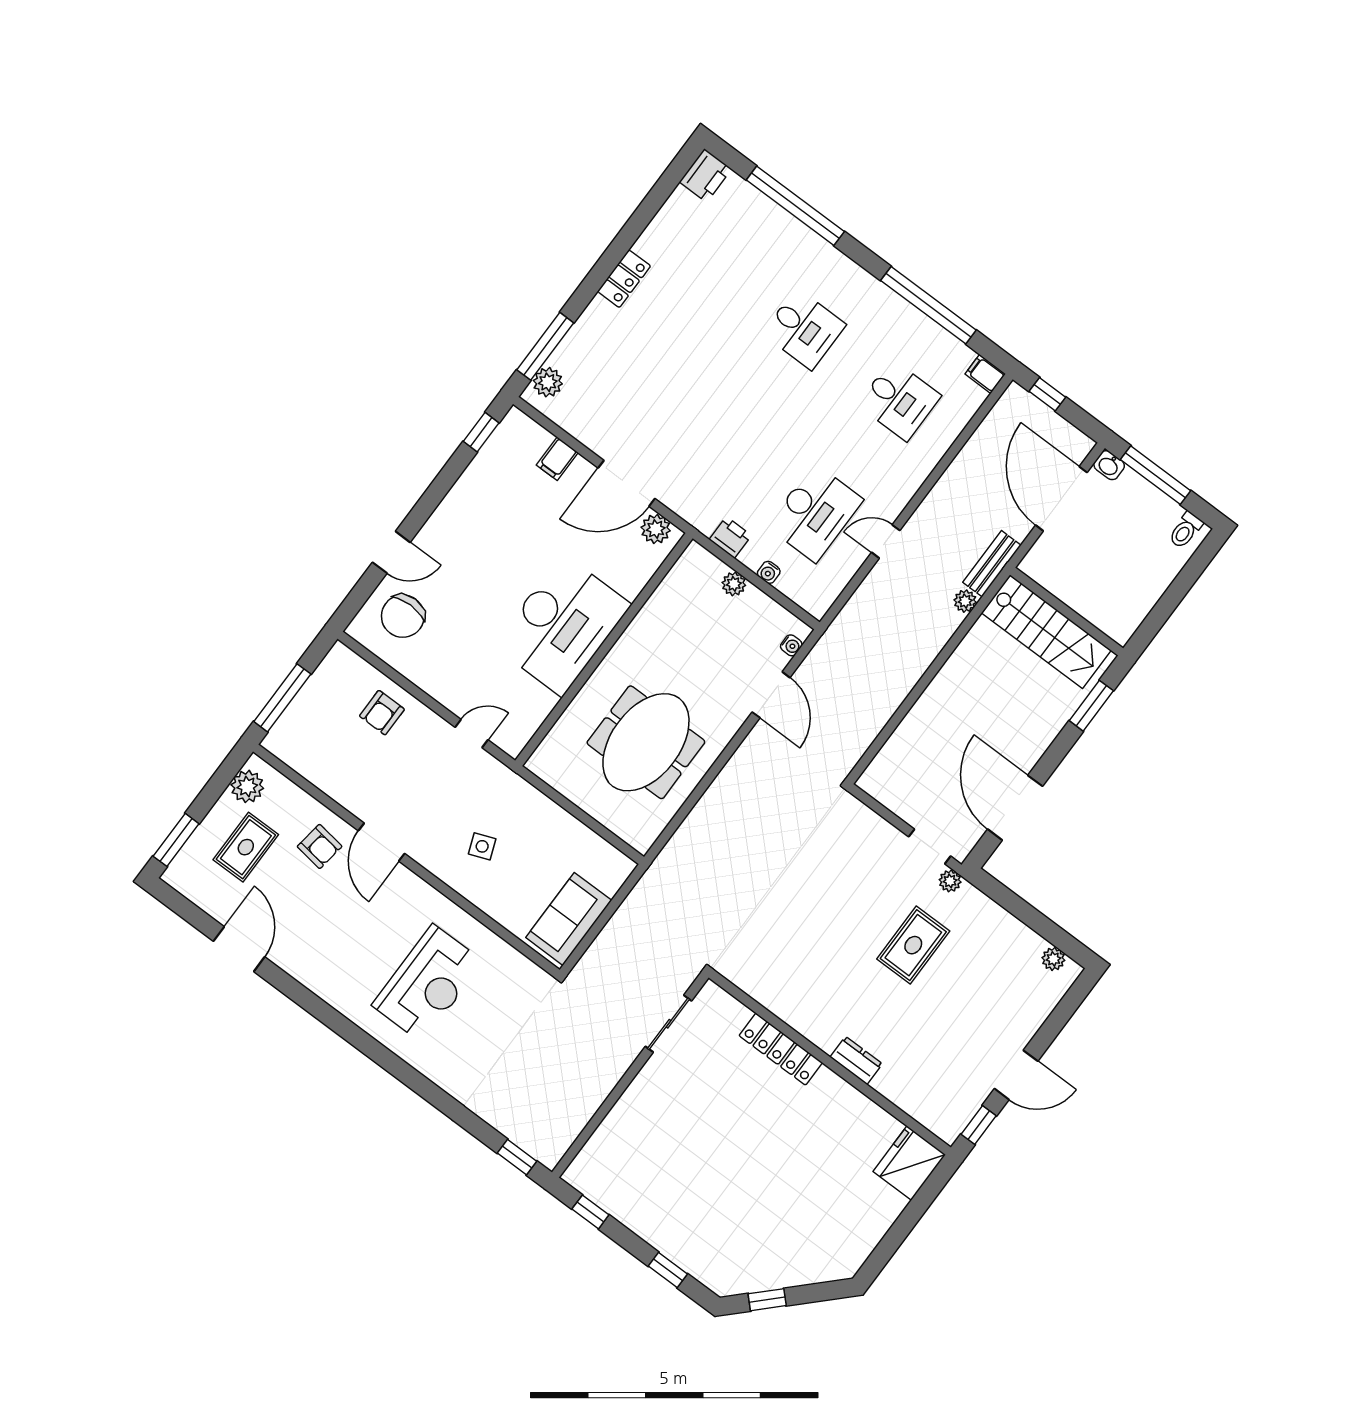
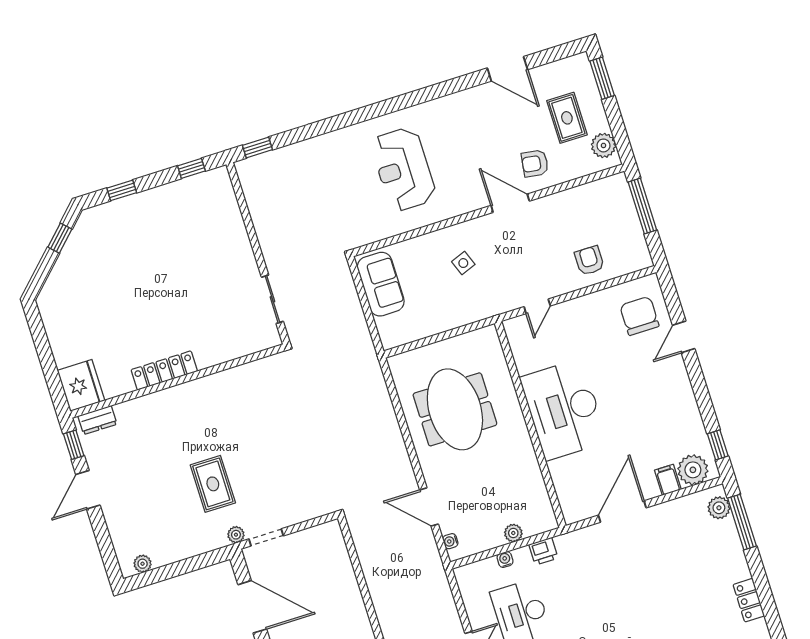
plant: (656, 529) -> (693, 470), moved, width x1.36, depth x1.36
locker: (781, 1049) -> (164, 370), moved
dresser: (856, 1061) -> (97, 420), moved

